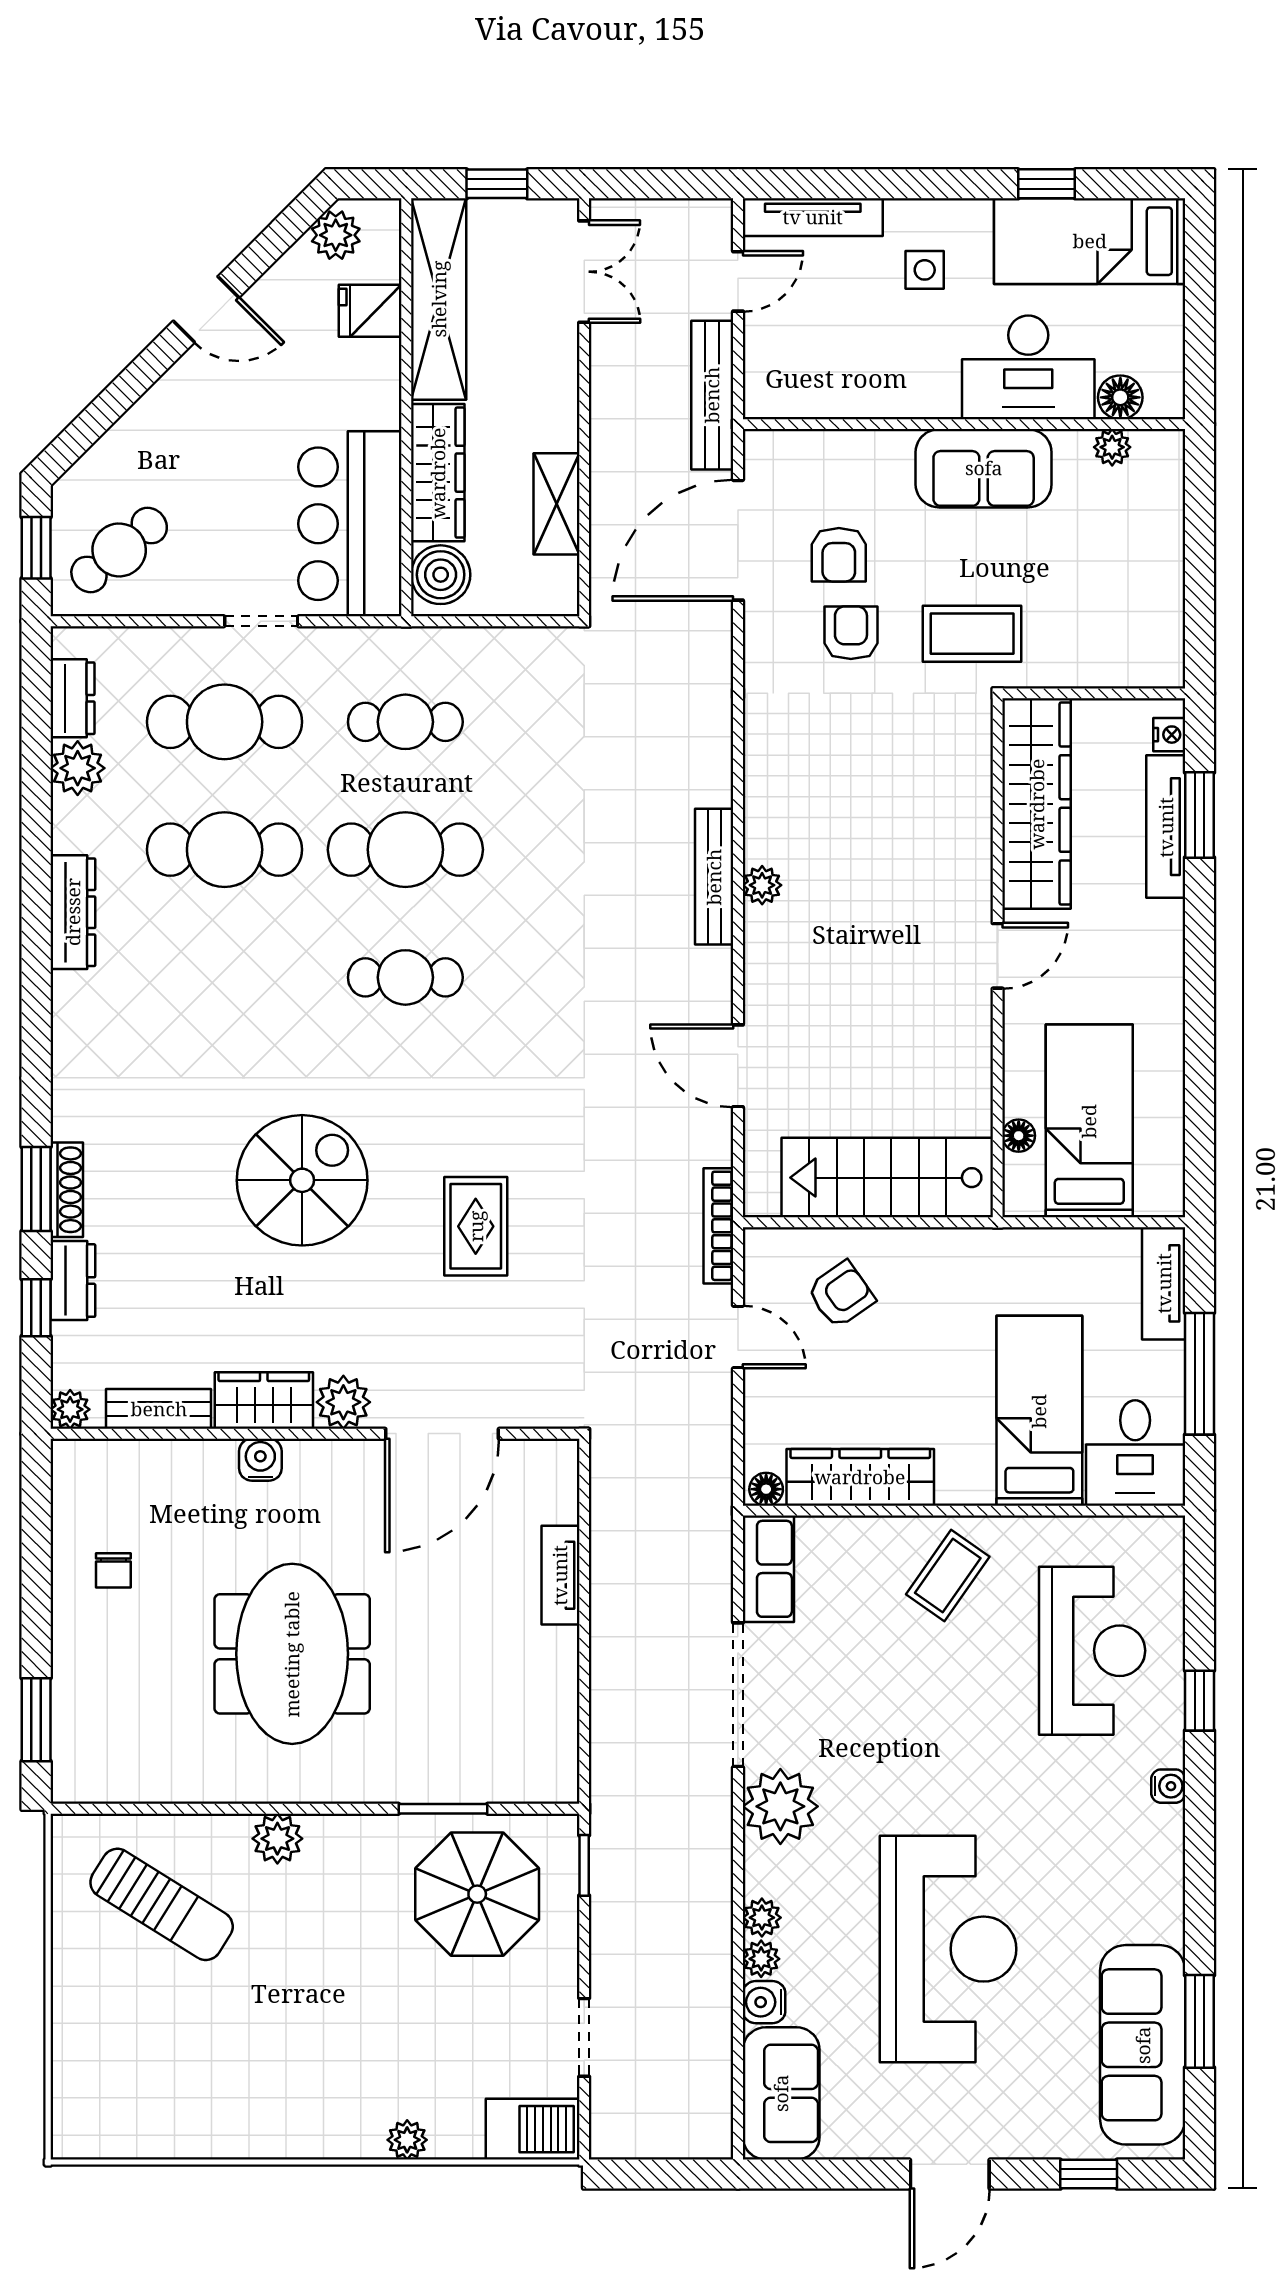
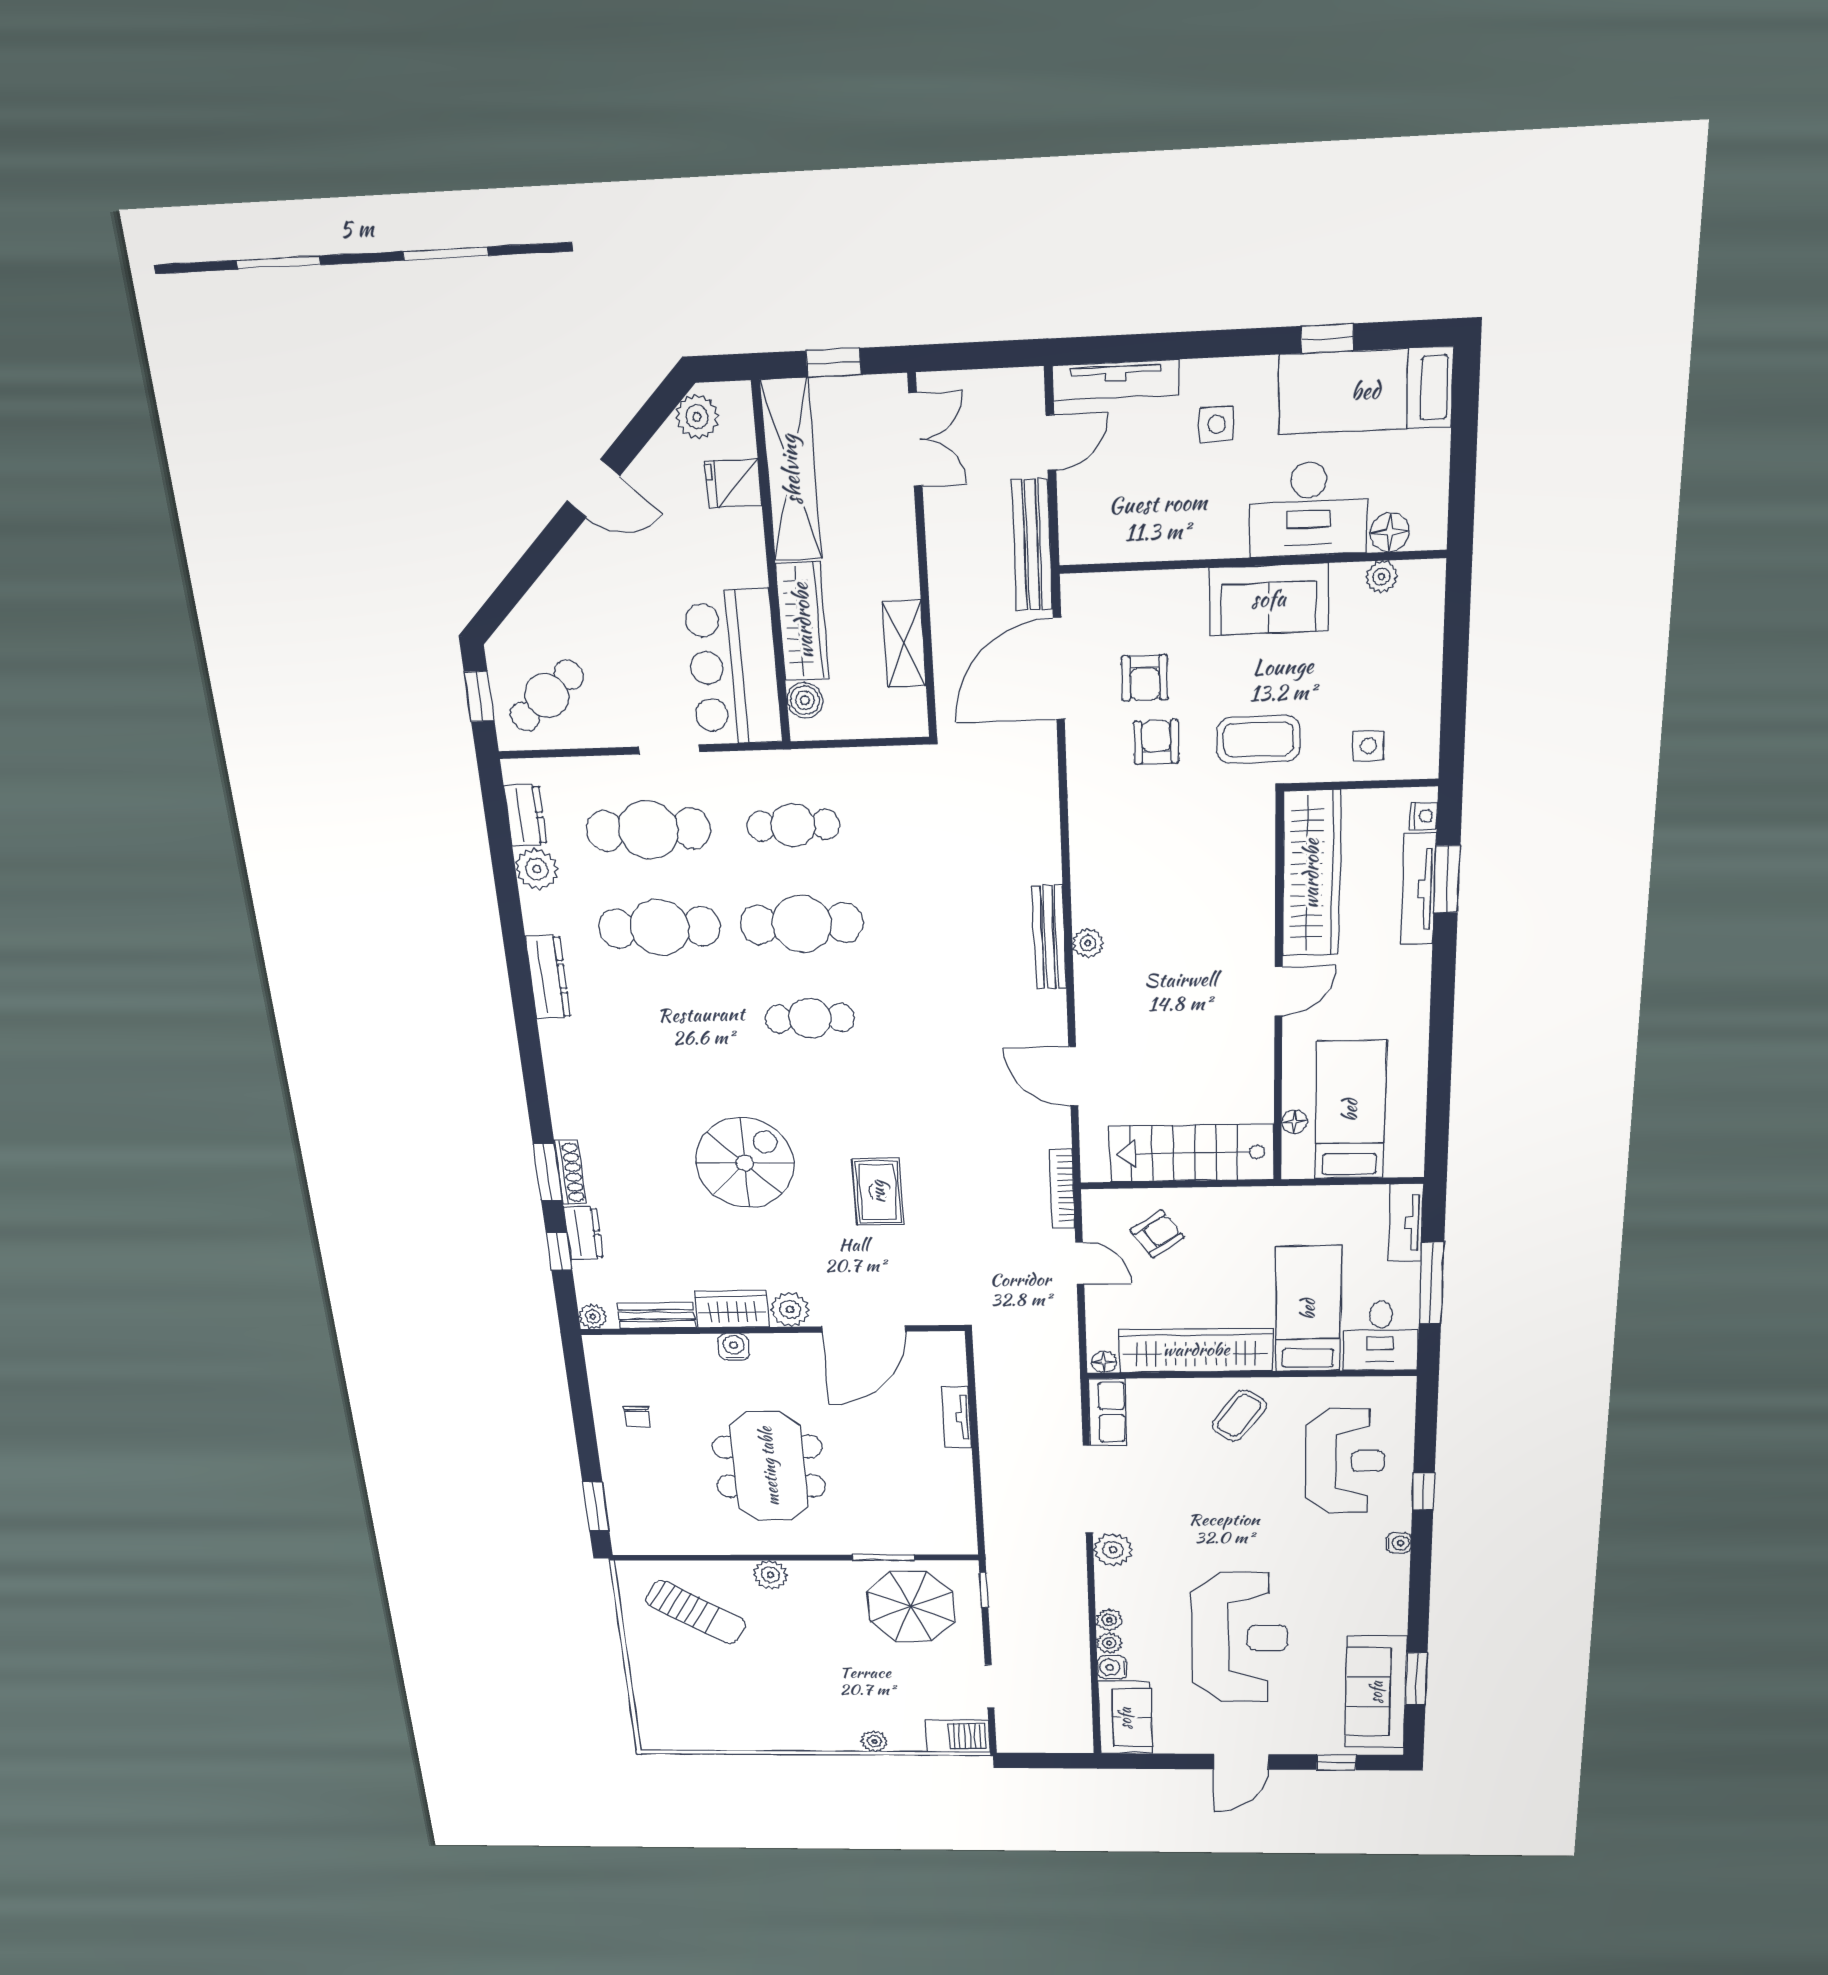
boiler: (441, 575) -> (805, 700), width x0.73, depth x0.73
side table: (1102, 646) -> (1368, 746), added
wardrobe: (860, 1477) -> (1196, 1350), width x1.40, depth x1.17
plant: (780, 1806) -> (1113, 1550), width x0.73, depth x0.73

